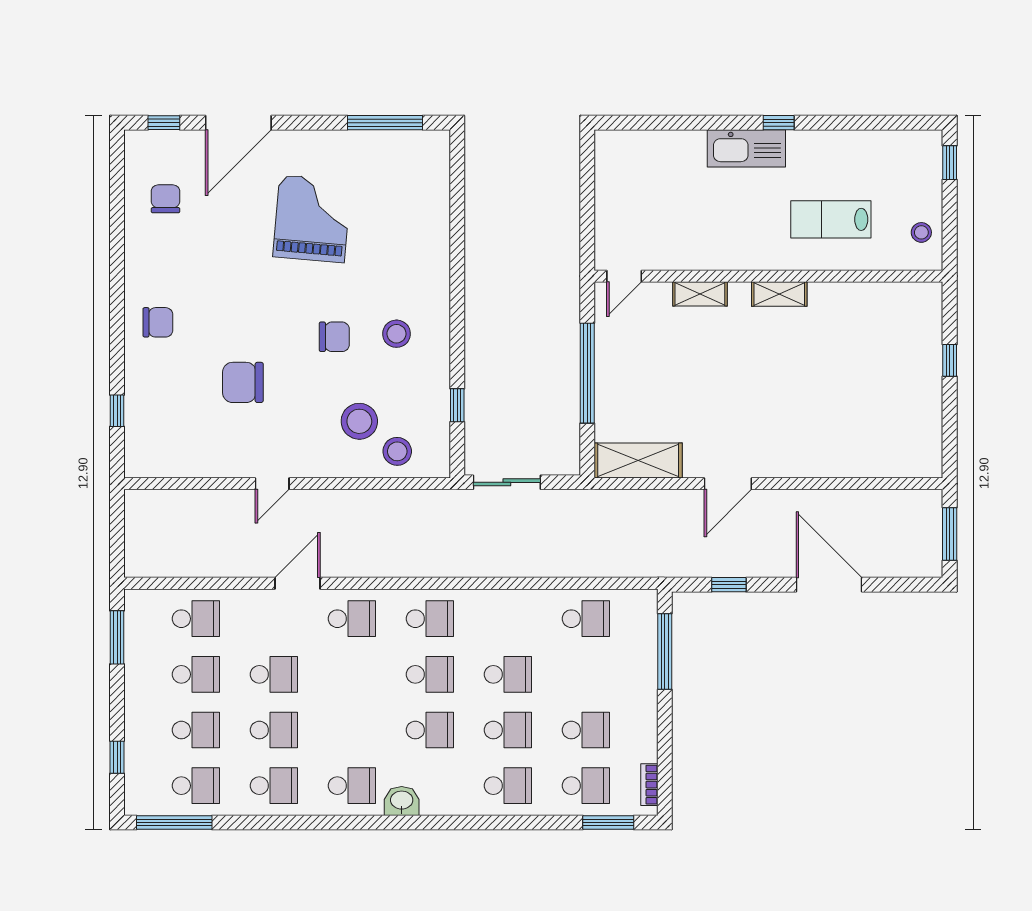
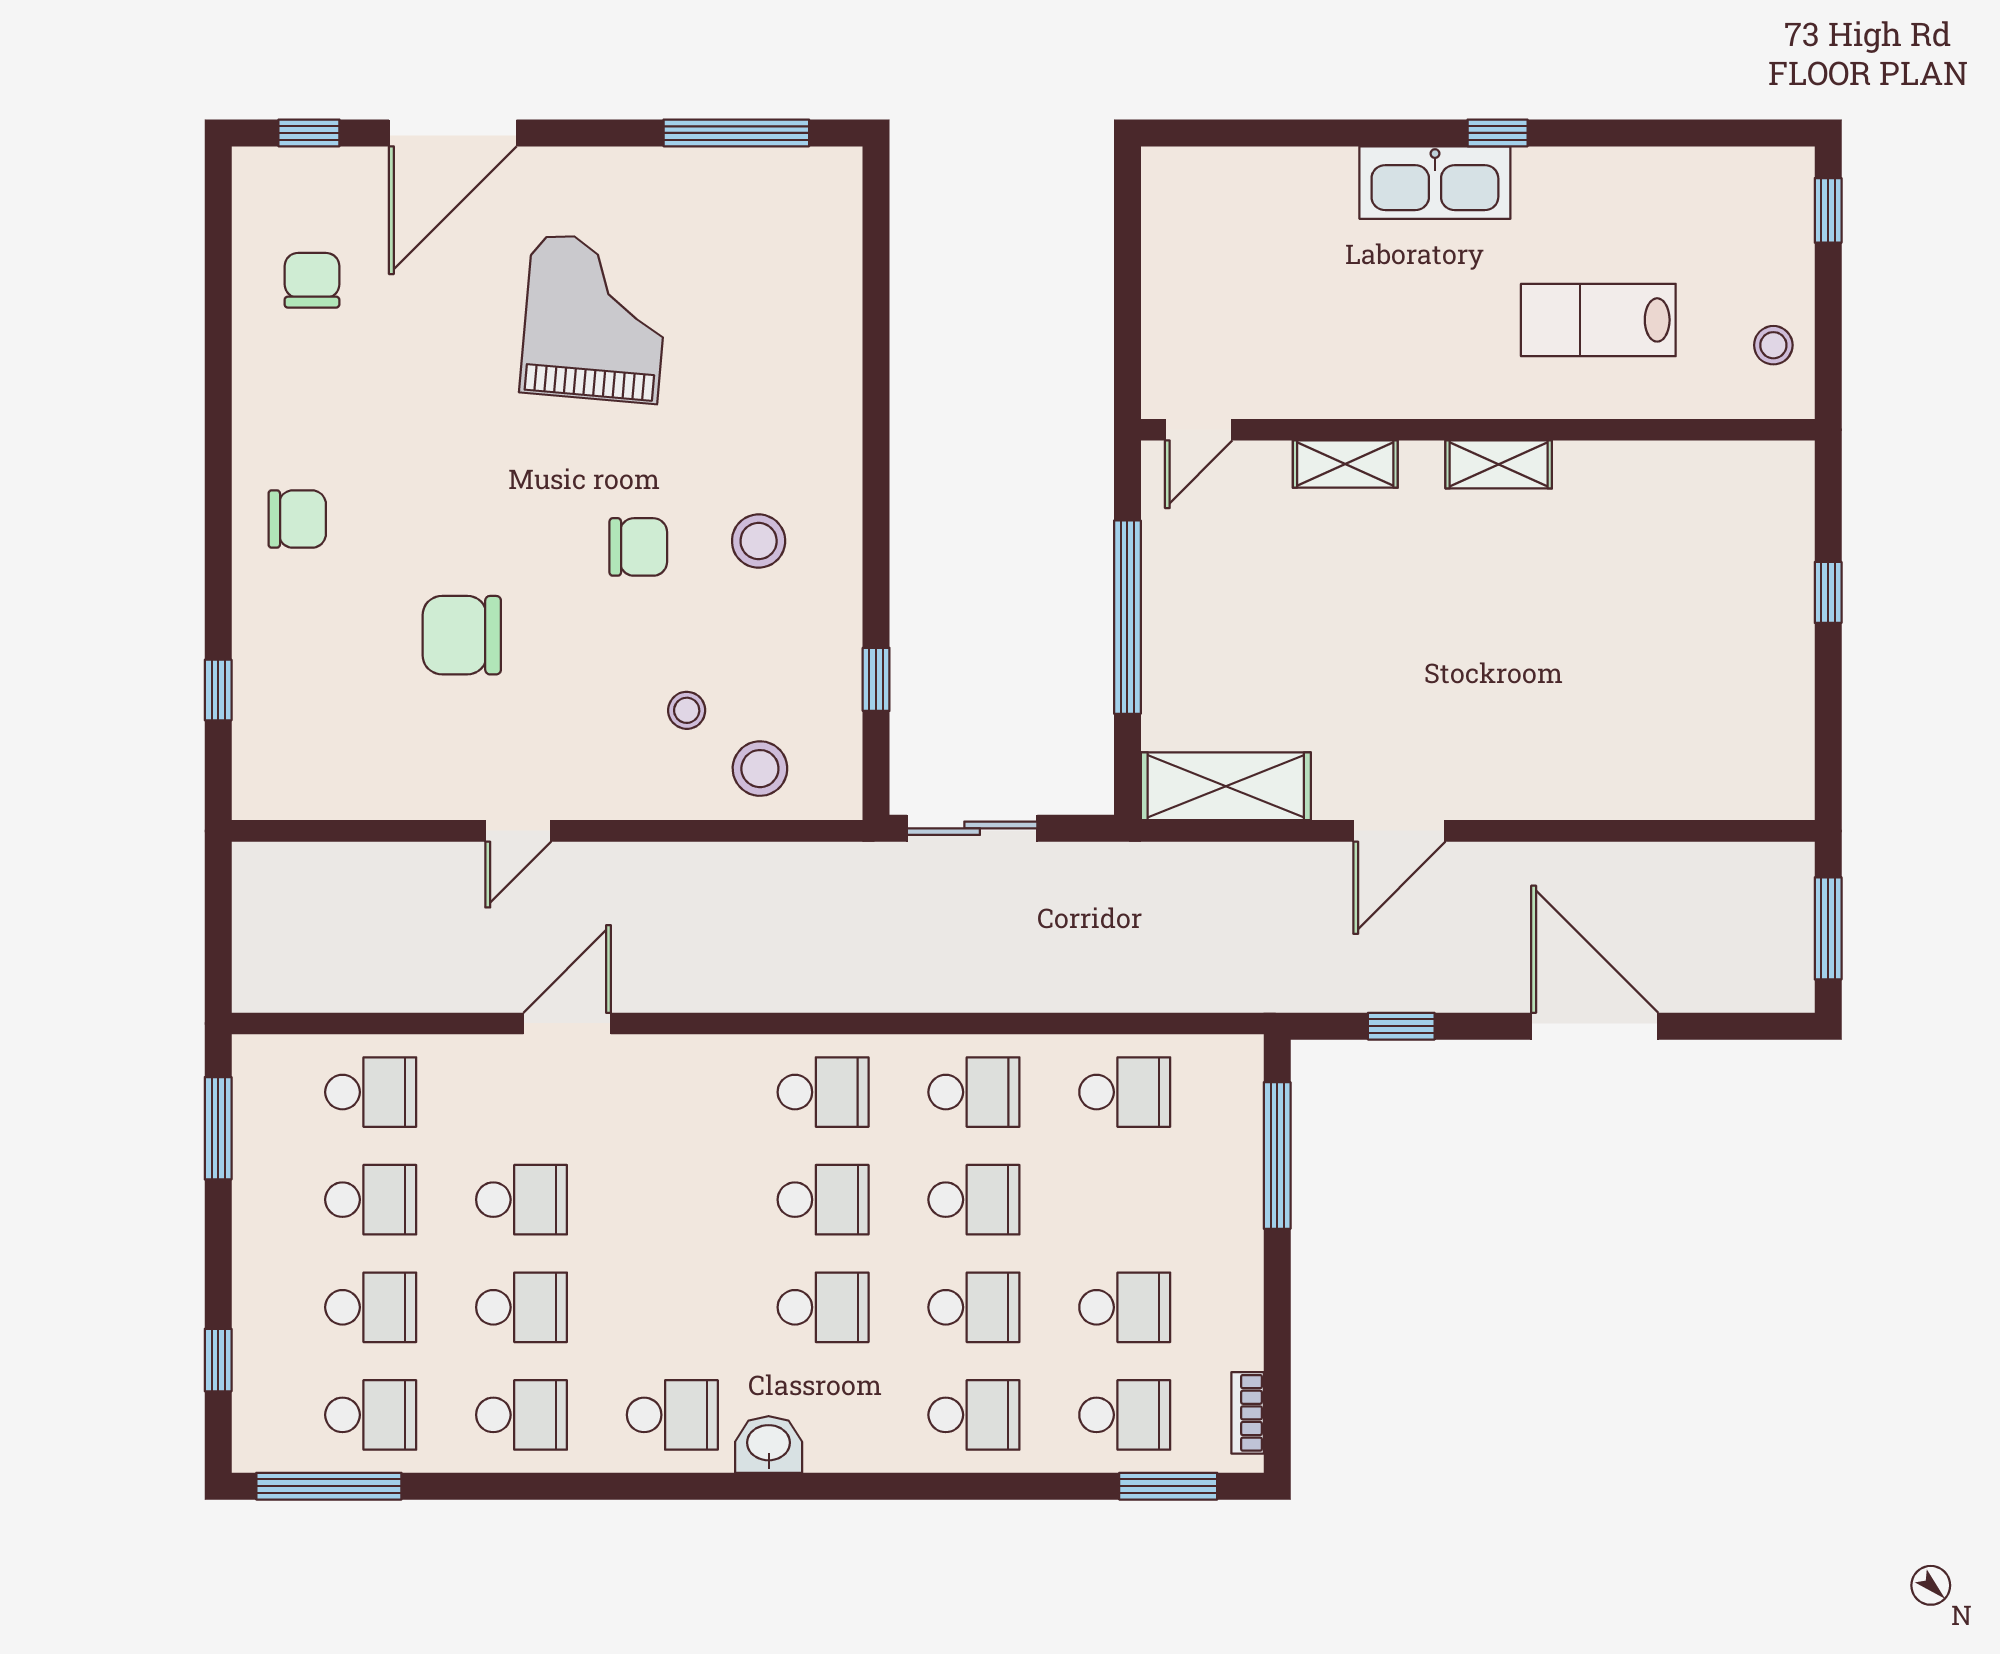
stool: (359, 421) -> (687, 710), width x0.53, depth x0.53
school desk: (352, 619) -> (974, 1092), moved

